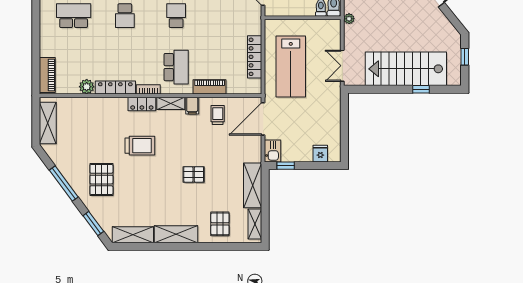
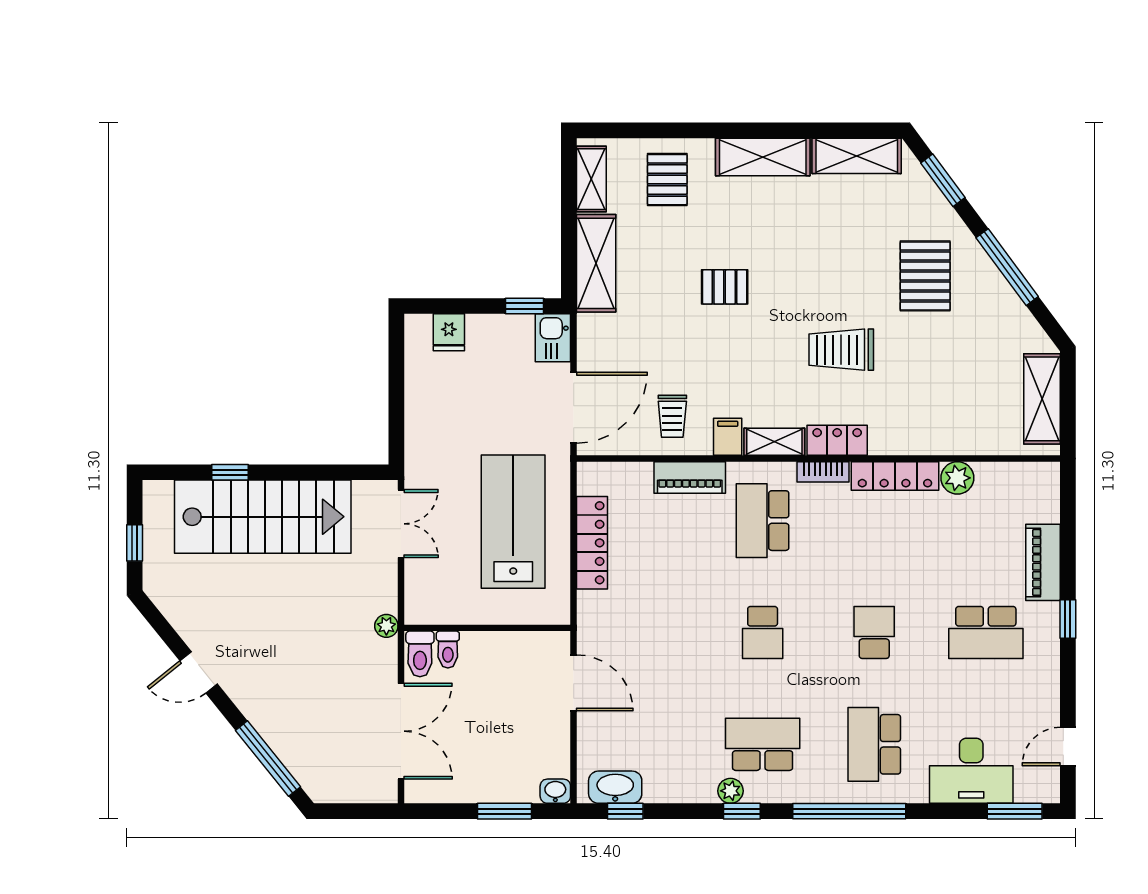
window: (36, 22) -> (1068, 619), added
piano: (47, 75) -> (1043, 562), moved

